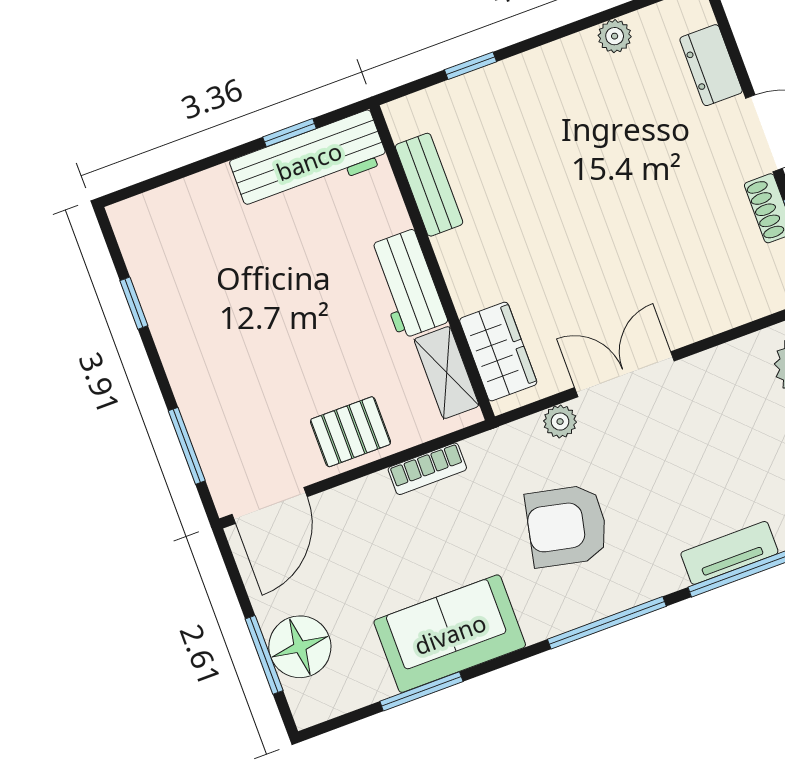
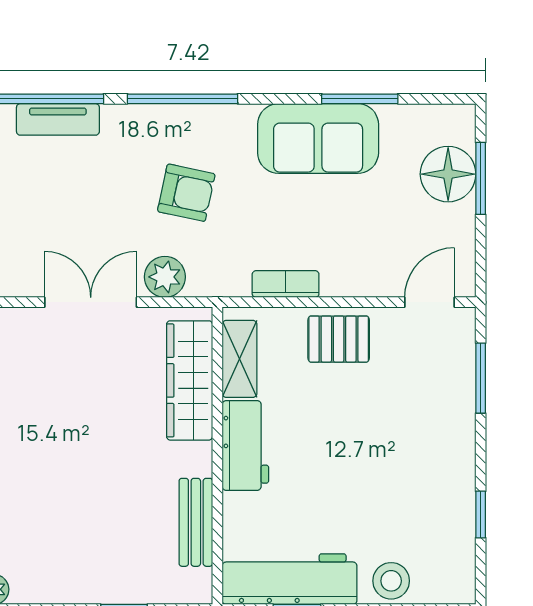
stool: (202, 199) -> (391, 581), added
wardrobe: (498, 352) -> (190, 380), width x1.50
double door: (624, 374) -> (91, 302), swing flipped
plant: (560, 422) -> (165, 277), width x1.37, depth x1.37
door: (270, 505) -> (430, 302), width x0.73
armchair: (567, 526) -> (186, 193), width x0.72, depth x0.72

